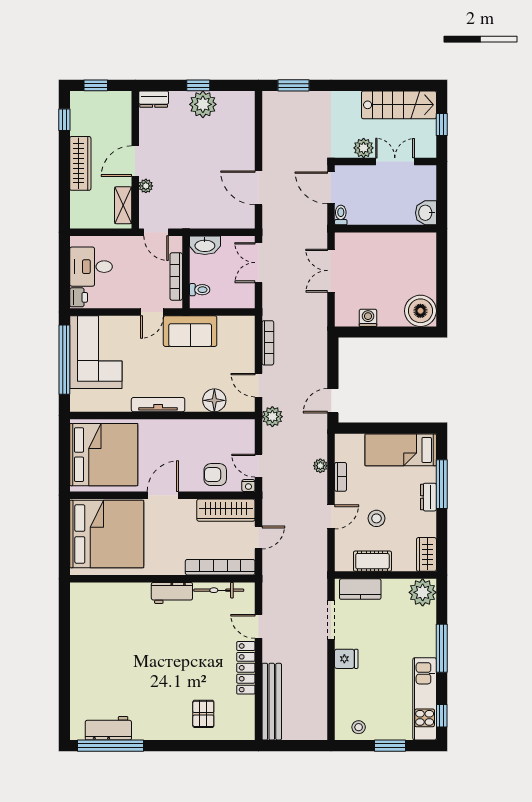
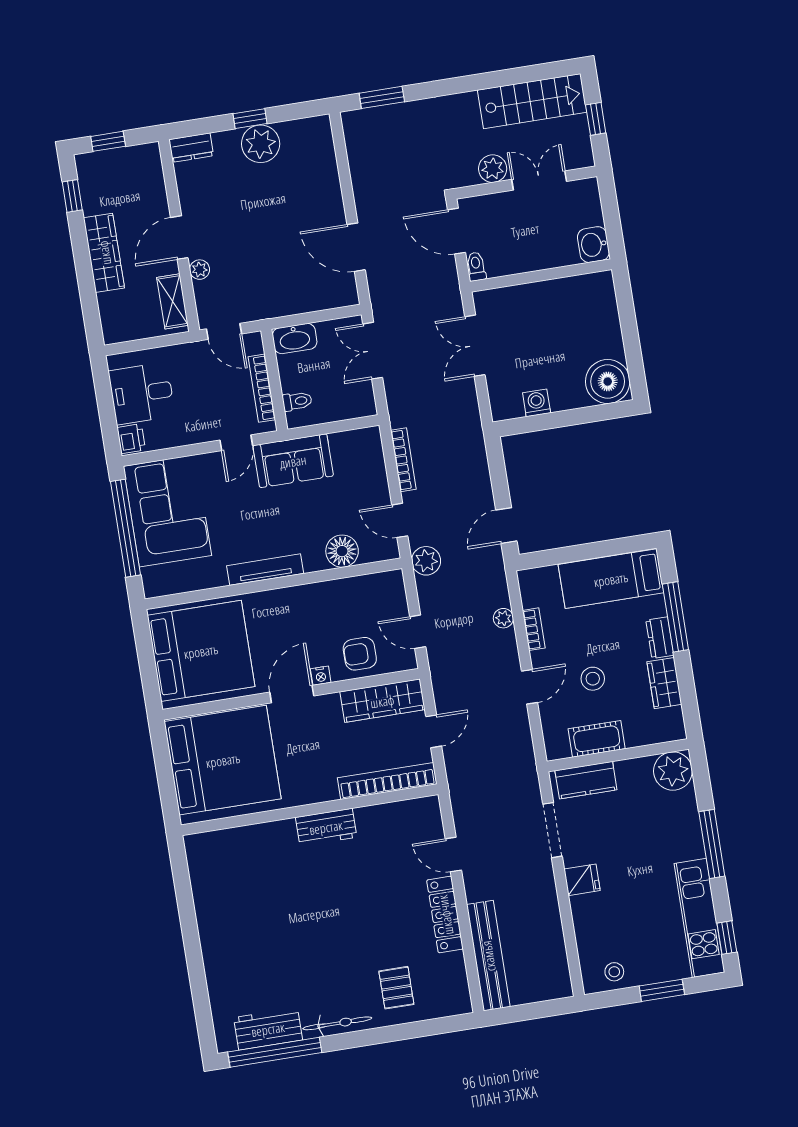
nightstand: (248, 486) -> (321, 676), moved
wardrobe: (426, 554) -> (664, 683), moved
bicycle: (219, 590) -> (337, 1023), moved, turned 180

